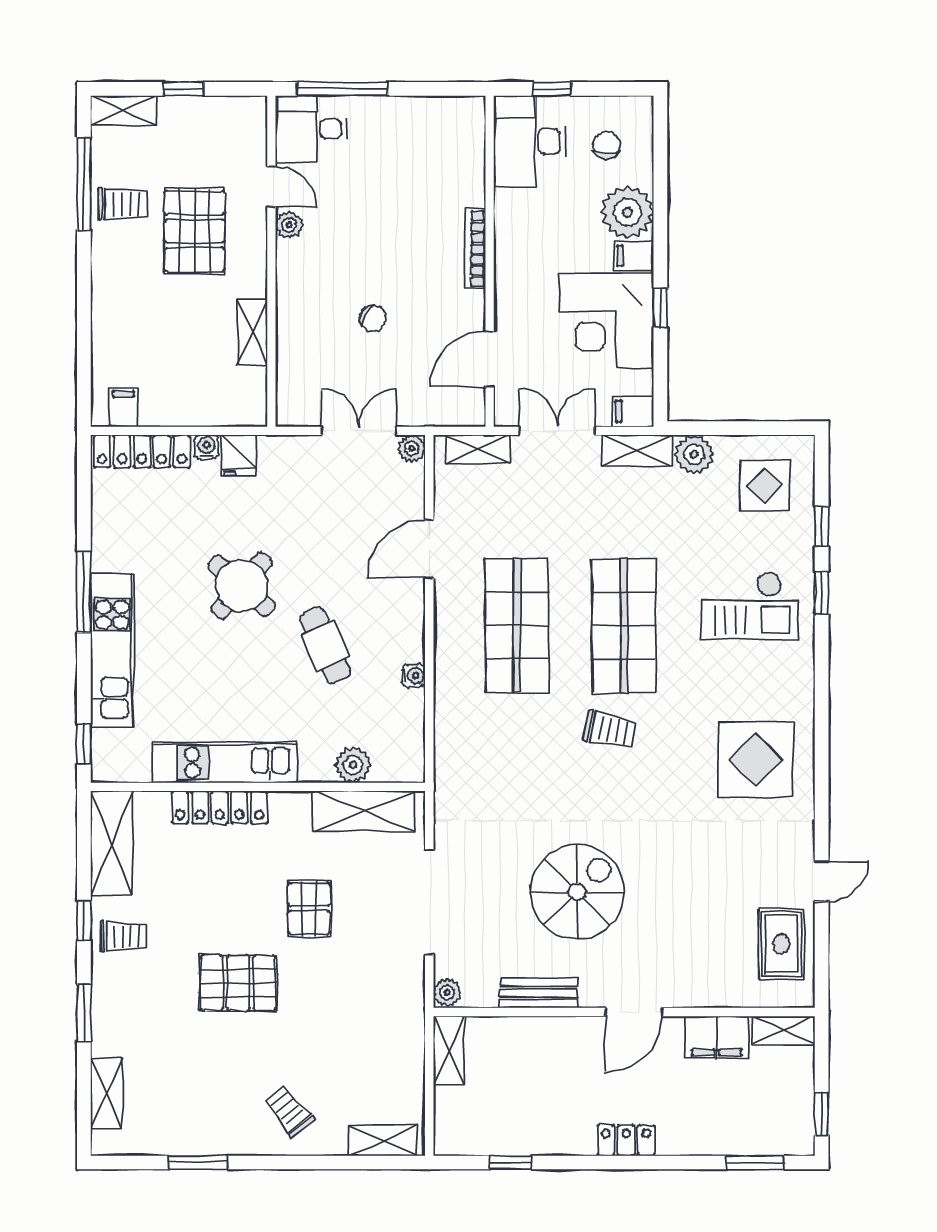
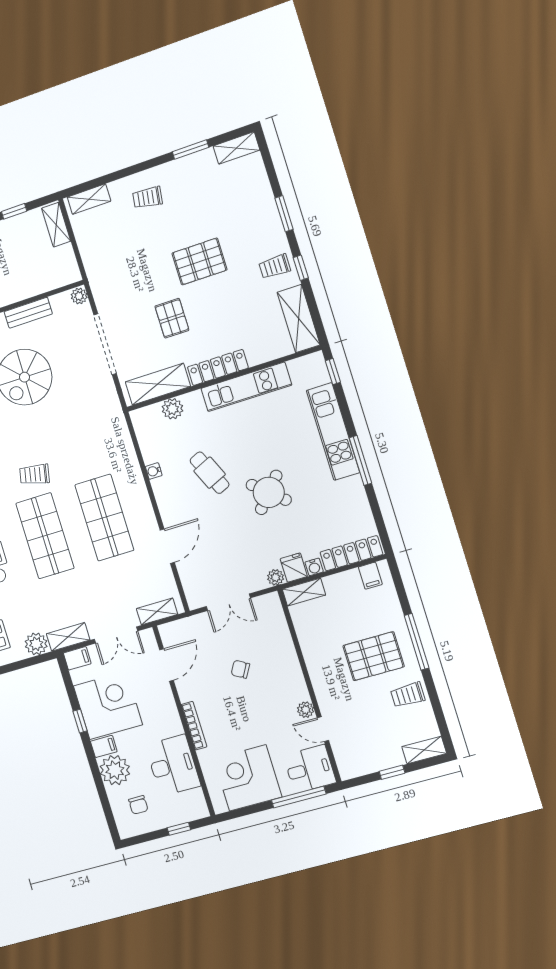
corner desk: (415, 141) -> (248, 778), added
desk: (530, 141) -> (173, 765), moved
window: (84, 184) -> (417, 642), moved
pallet: (195, 231) -> (374, 656), moved, turned 90
shelving: (253, 332) -> (304, 592), moved, turned 90
plant: (412, 448) -> (276, 577), moved
locker: (220, 807) -> (218, 367), moved
shelving: (449, 1050) -> (56, 225), moved
shelving: (106, 1093) -> (236, 148), moved, turned 90
trolley: (289, 1111) -> (148, 198), turned 138

